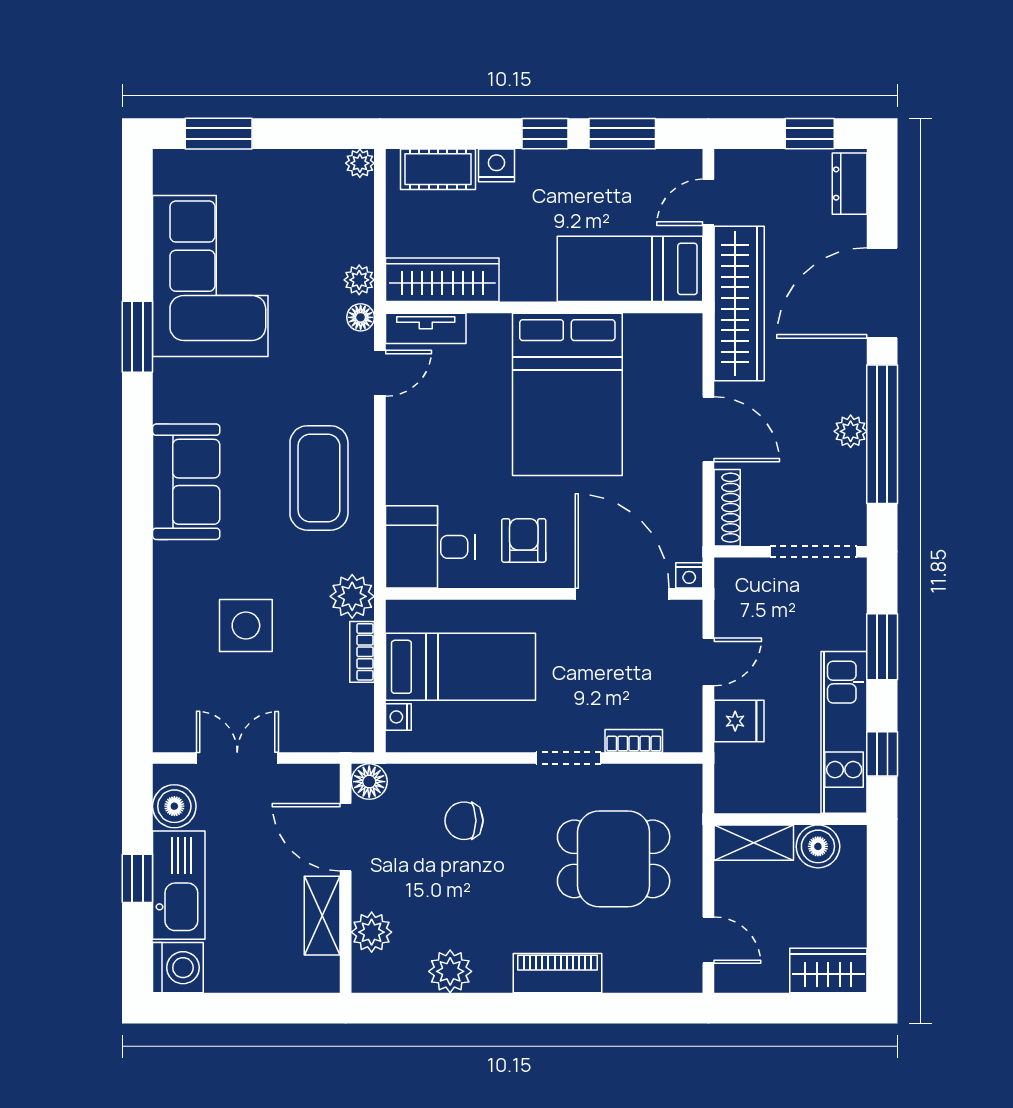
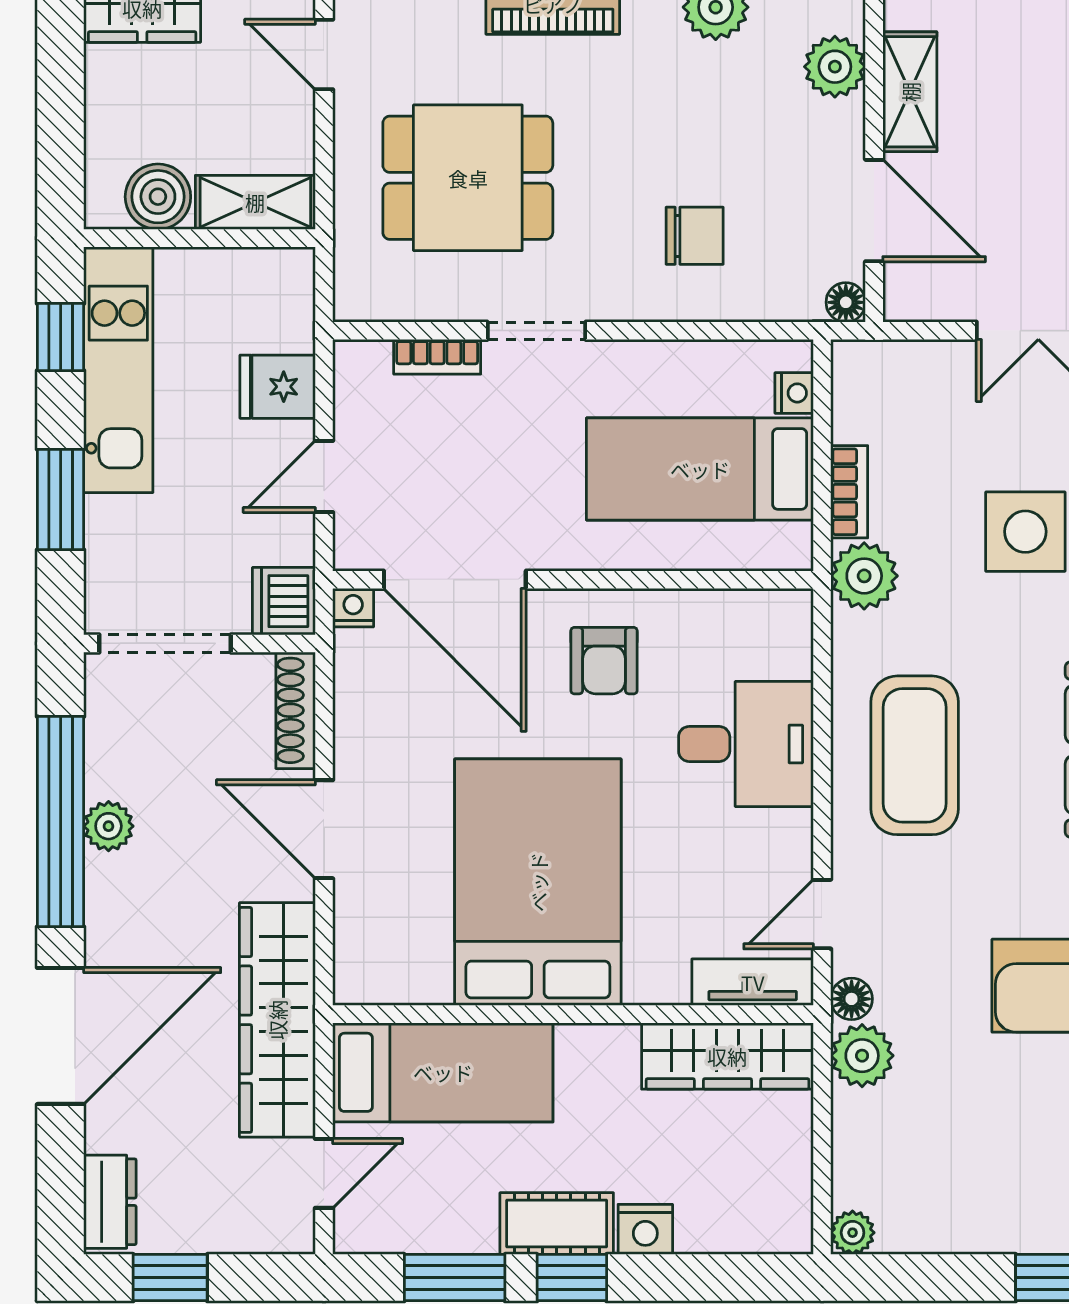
cot: (438, 169) -> (557, 1224), moved
plant: (359, 280) -> (862, 1056), width x1.38, depth x1.38
desk: (430, 547) -> (746, 744), moved
dishwasher: (735, 580) -> (284, 601), added
floor lamp: (369, 782) -> (846, 302), width x0.73, depth x0.73

